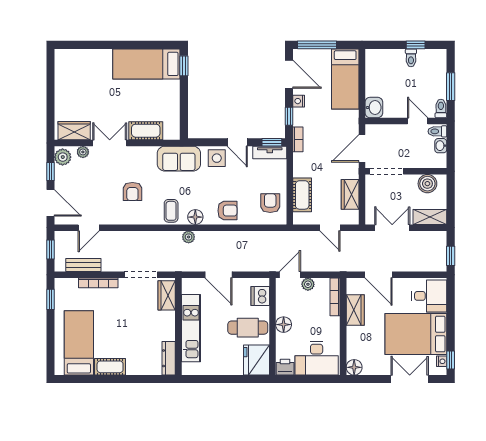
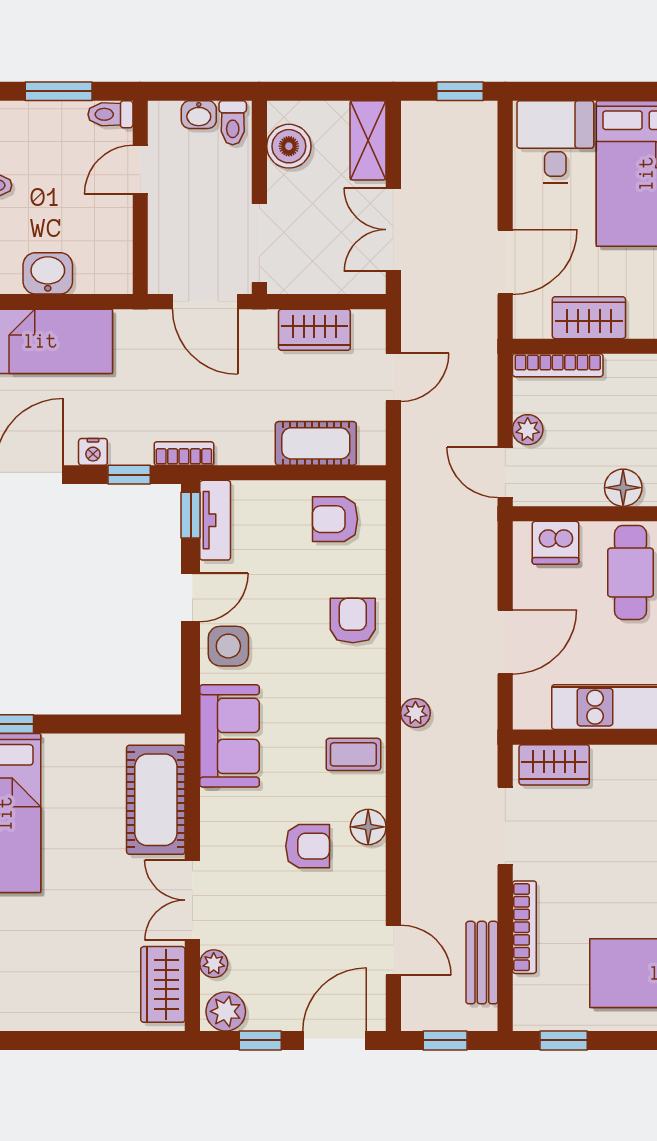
washbasin: (374, 108) -> (48, 273), moved
cot: (146, 131) -> (156, 800), width x1.37, depth x1.34
toilet: (437, 131) -> (233, 123), moved
floor lamp: (195, 217) -> (368, 827), moved

